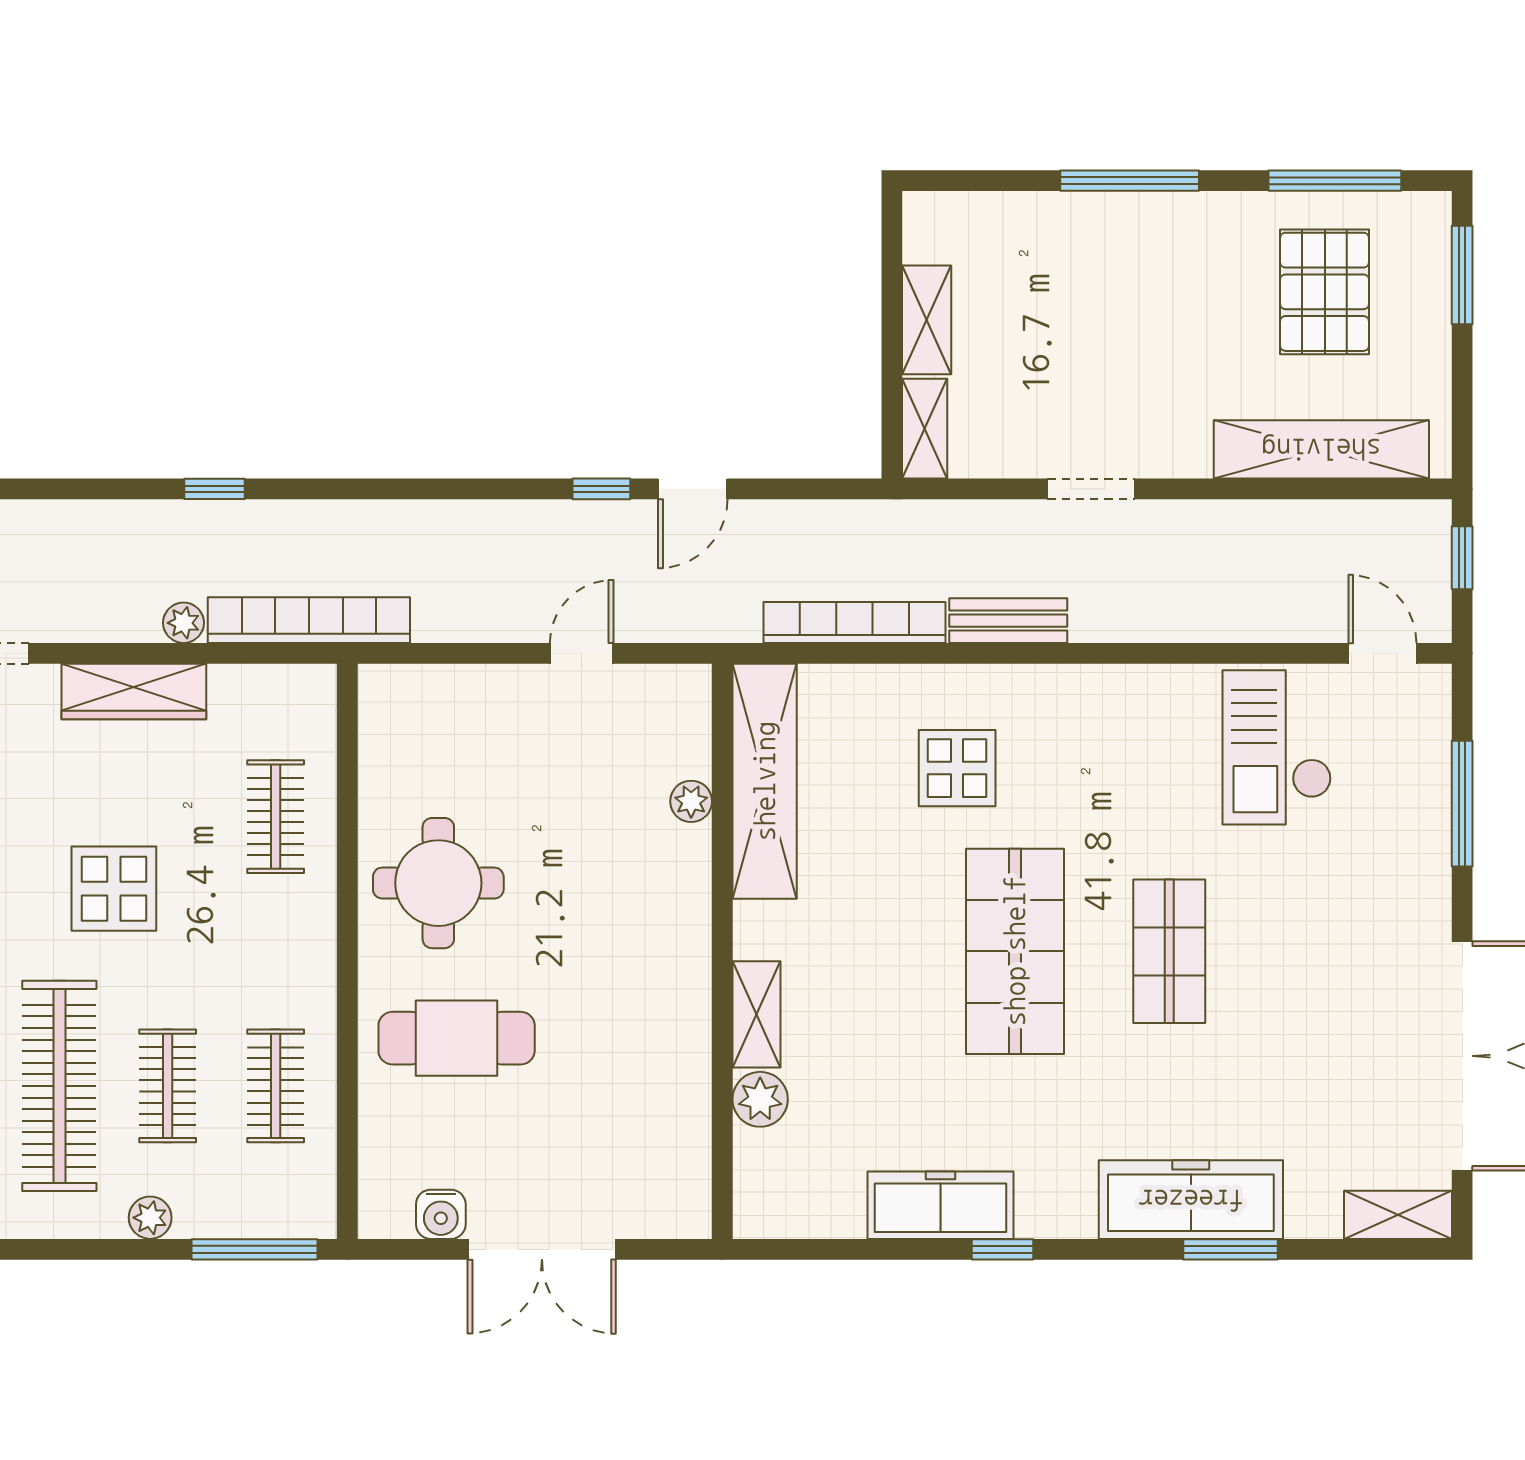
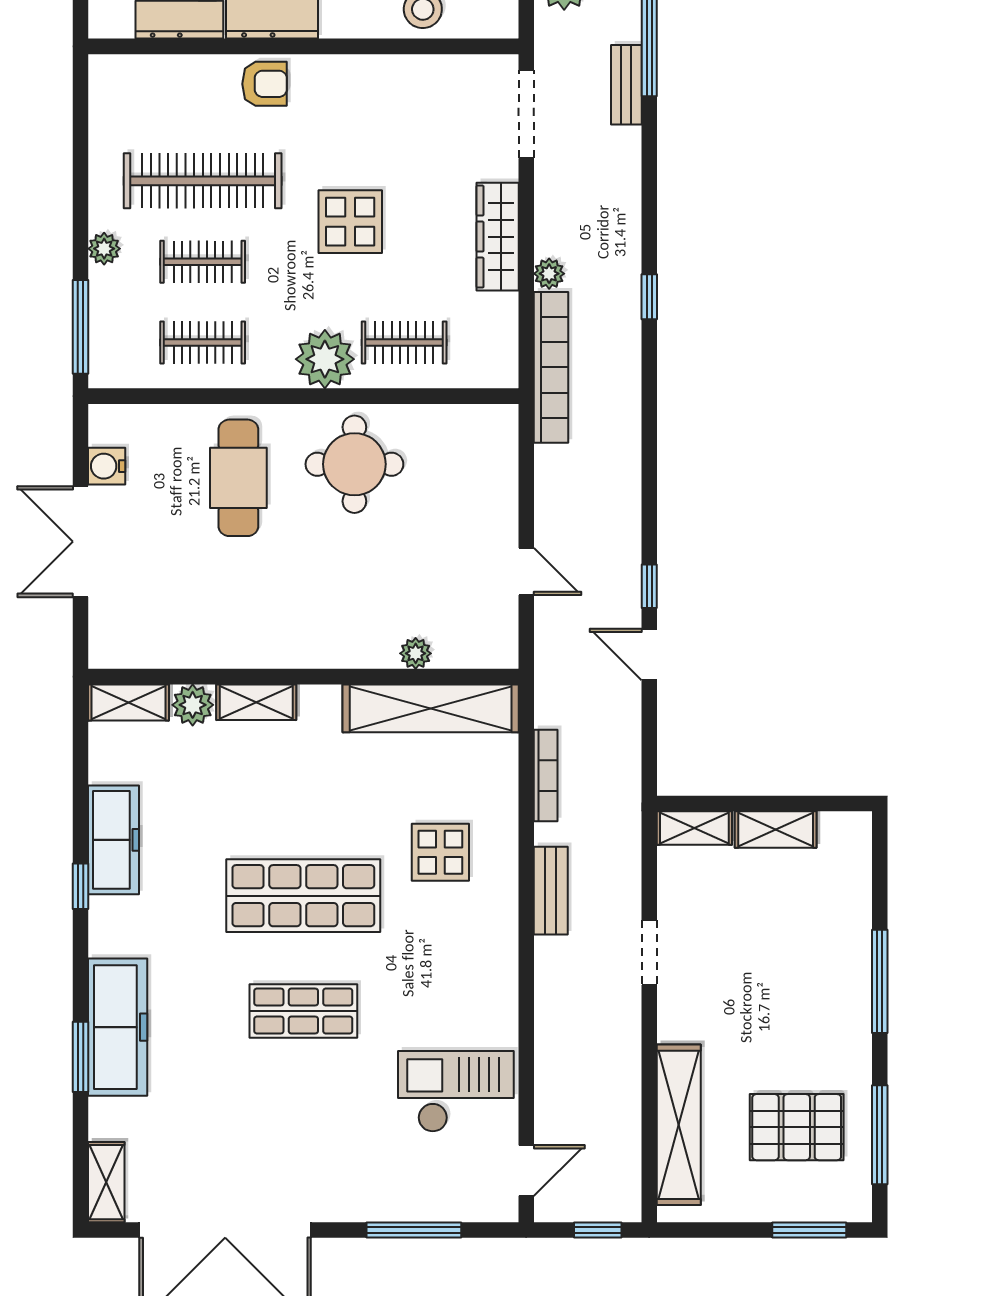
bookcase: (854, 622) -> (546, 776), width x0.68, depth x0.76
plant: (298, 923) -> (325, 359), added
shelving: (757, 1185) -> (129, 703), added

